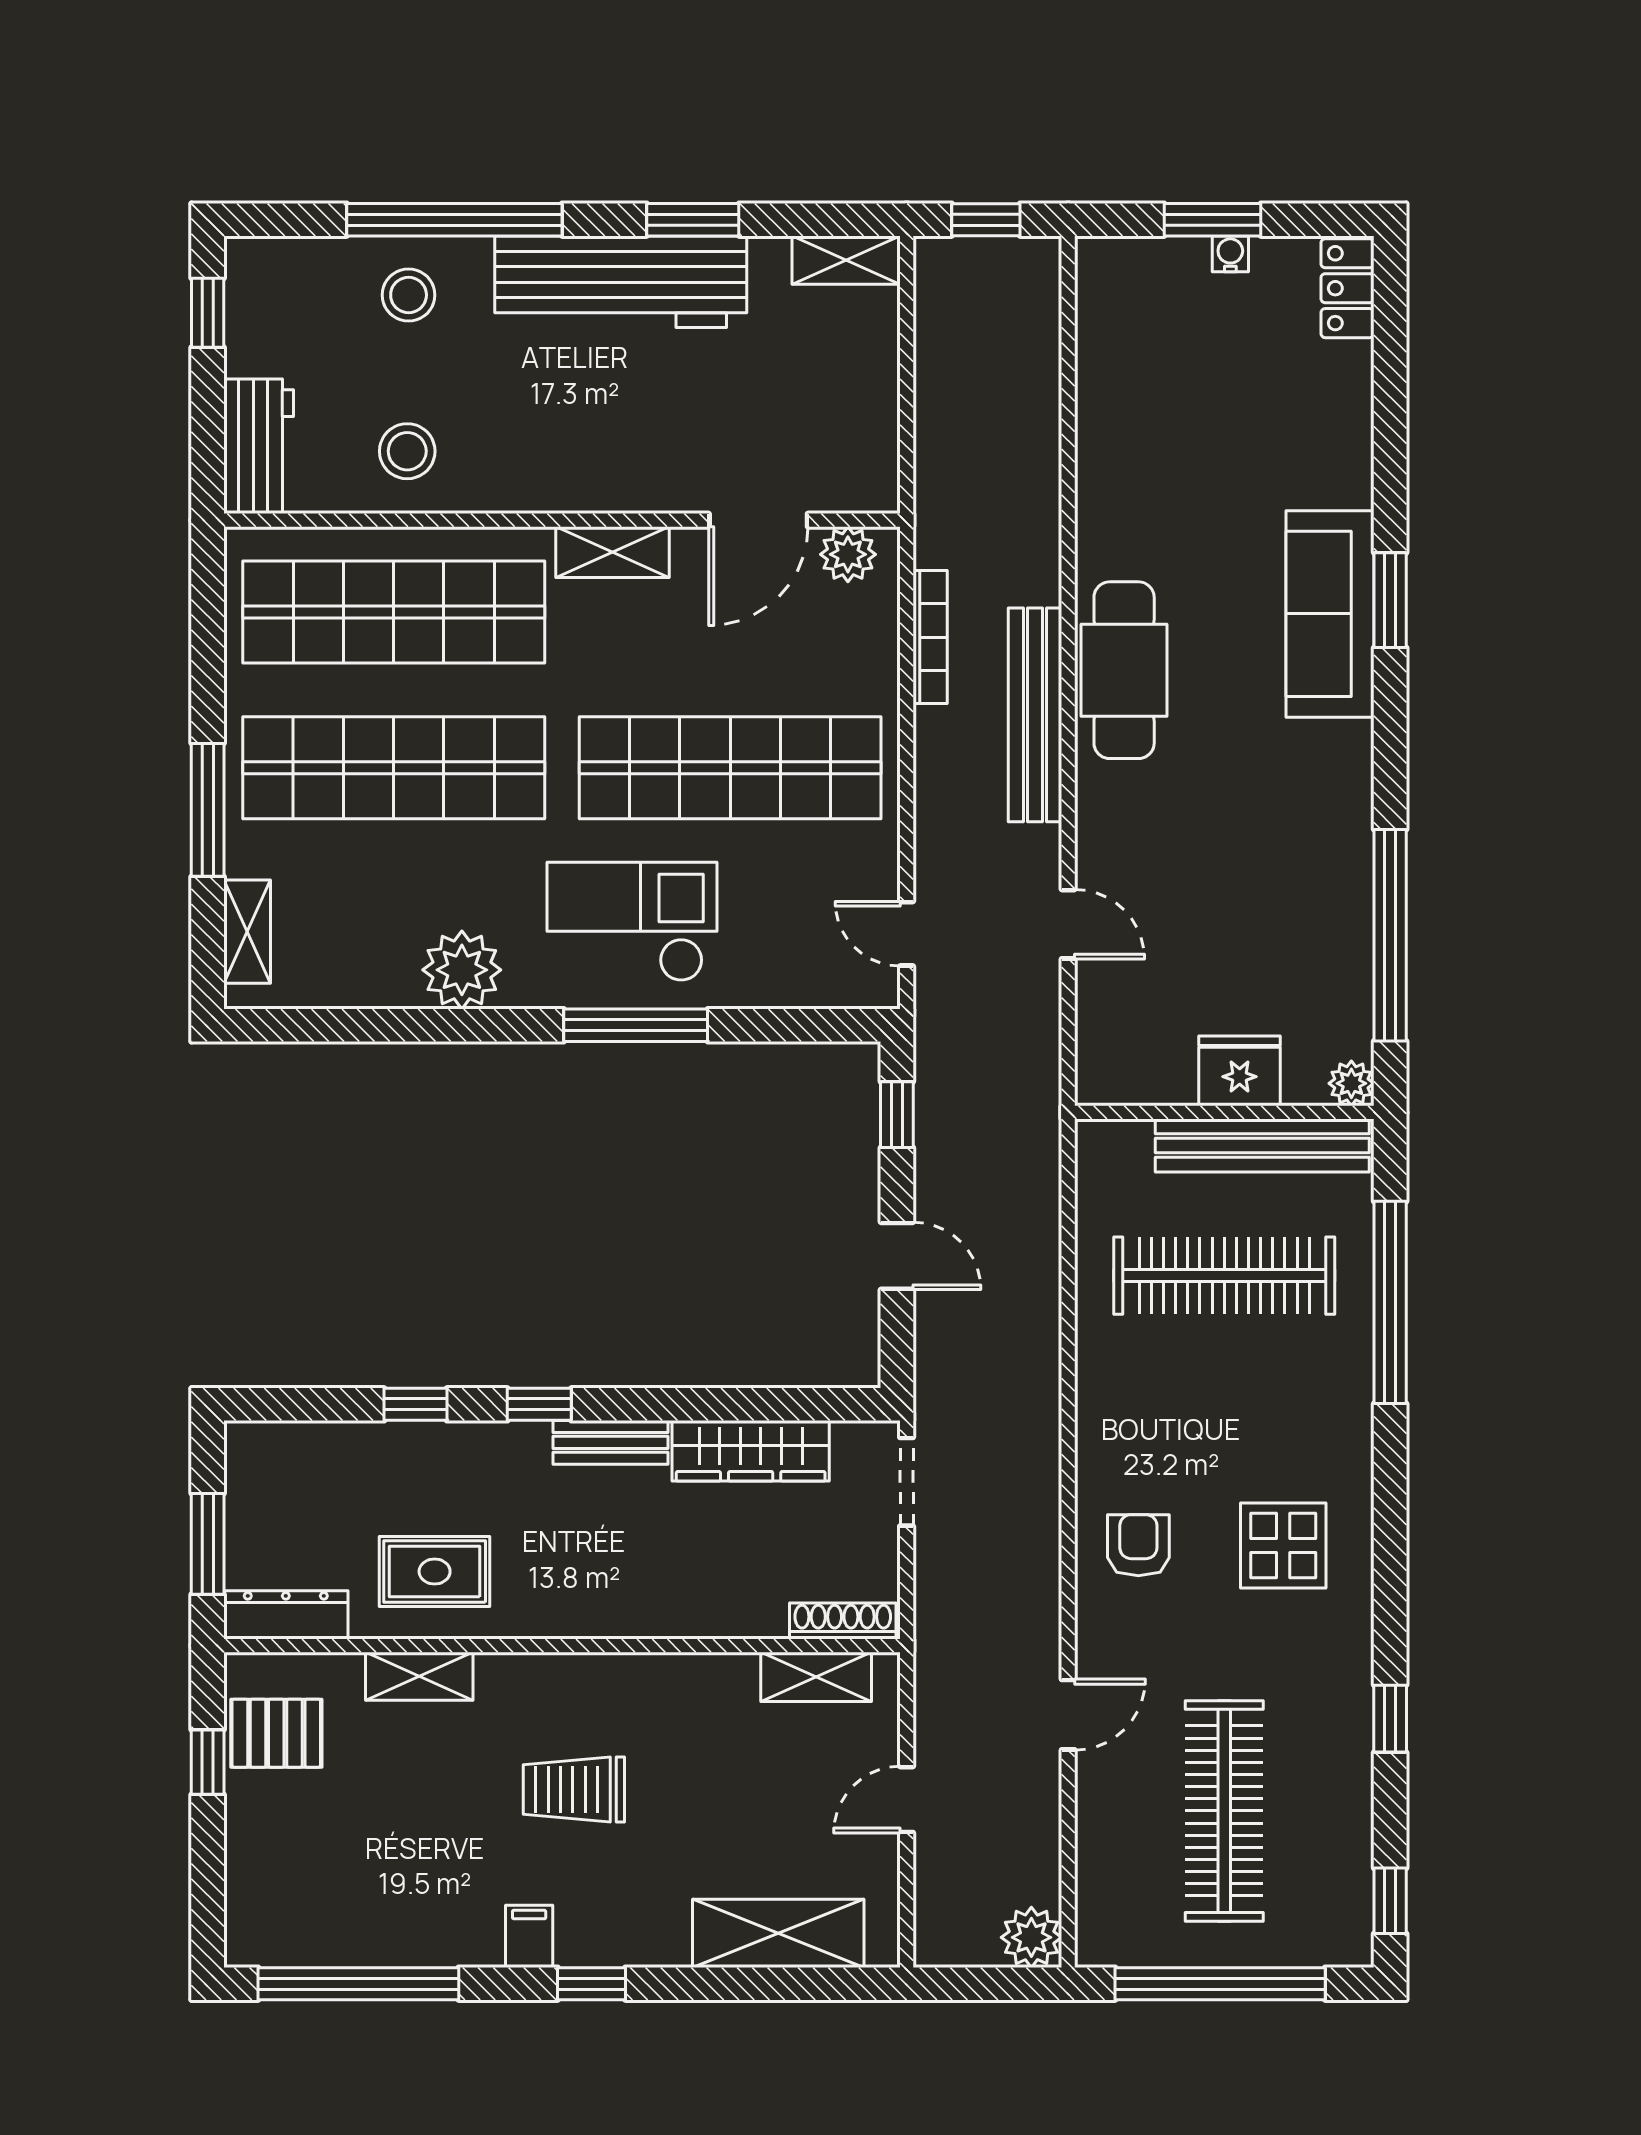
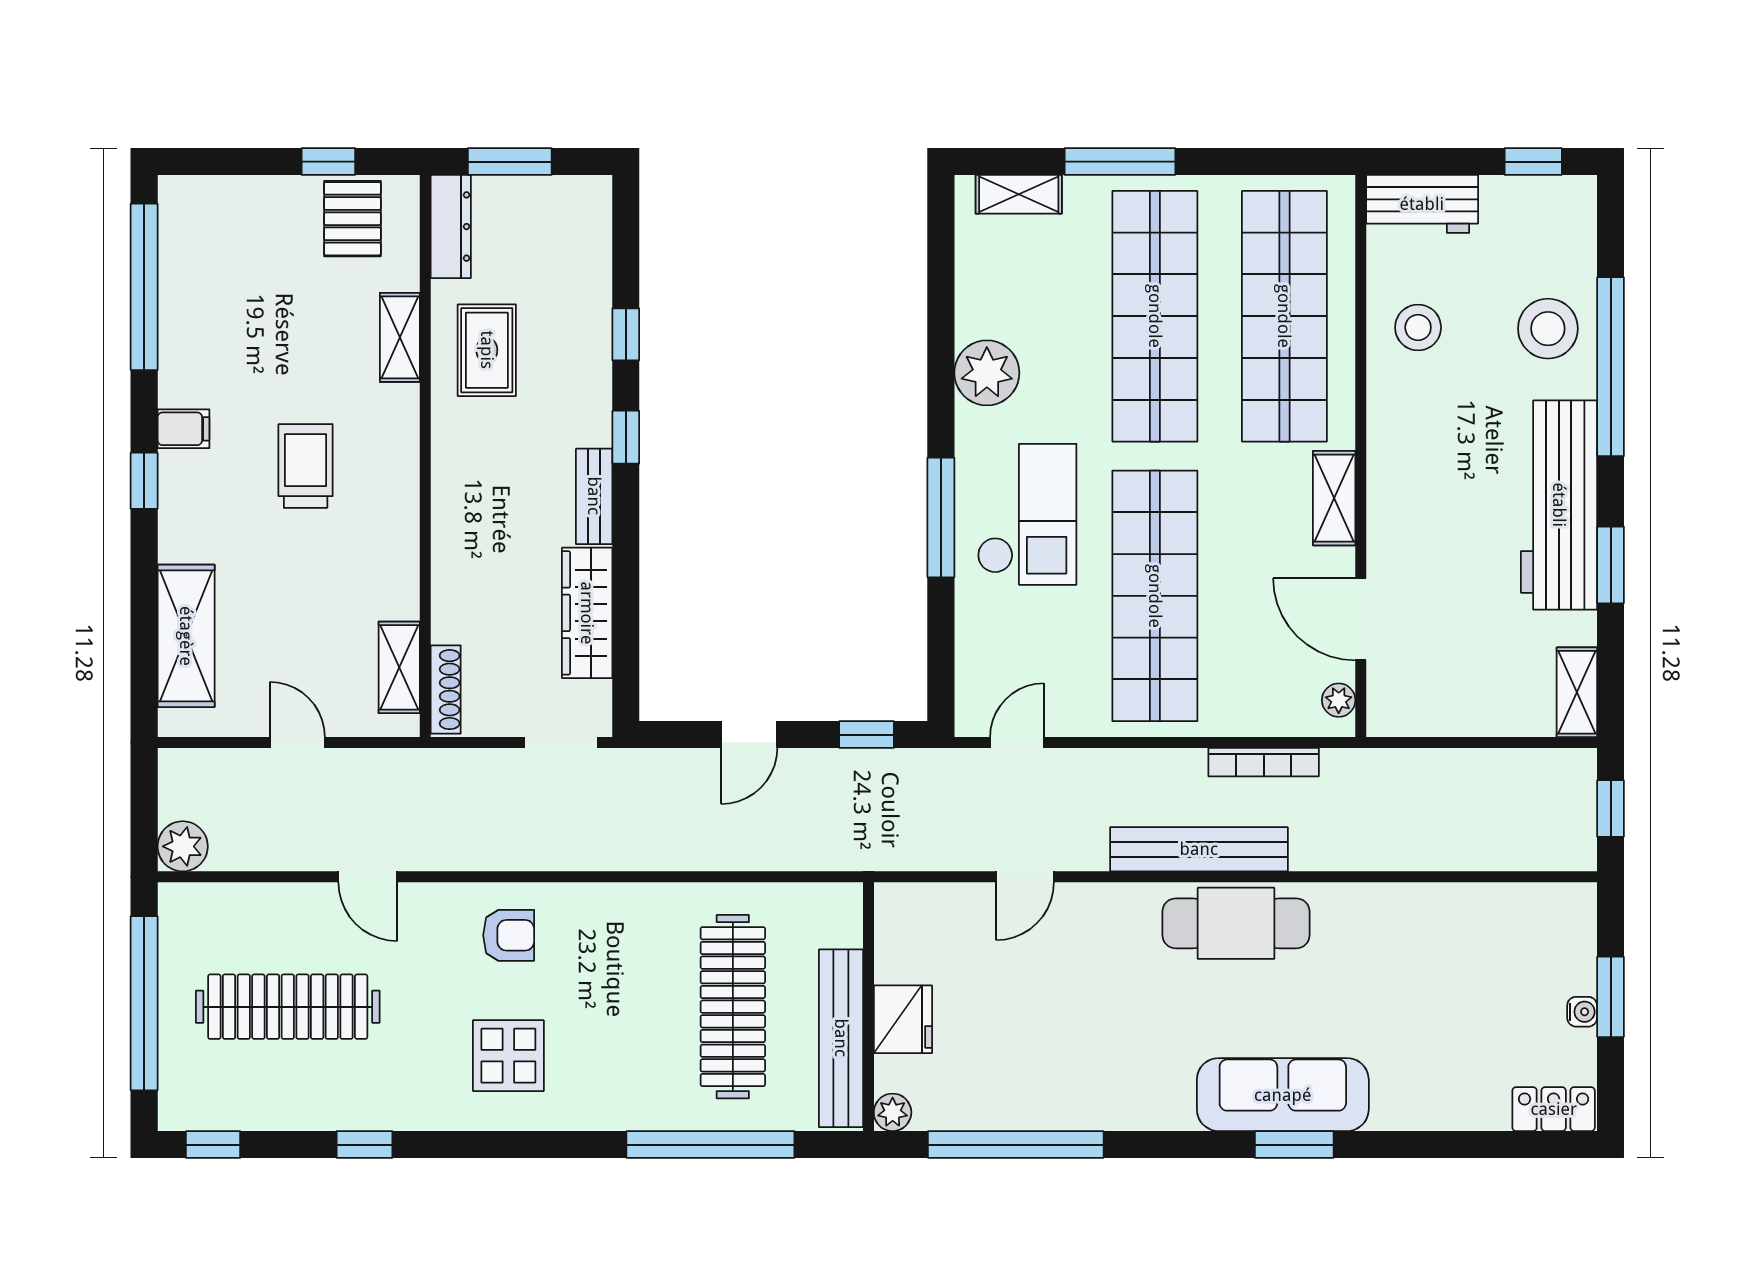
stool: (409, 295) -> (1548, 329), width x1.38, depth x1.38
plant: (848, 554) -> (1339, 700), width x0.73, depth x0.73

